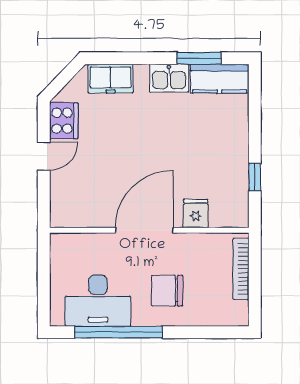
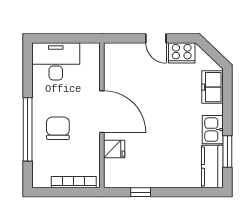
desk: (98, 301) -> (56, 61), moved, turned 90
window: (118, 332) -> (28, 129), moved

